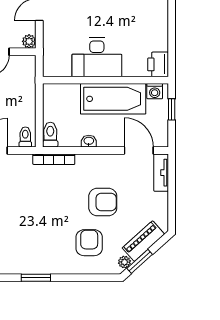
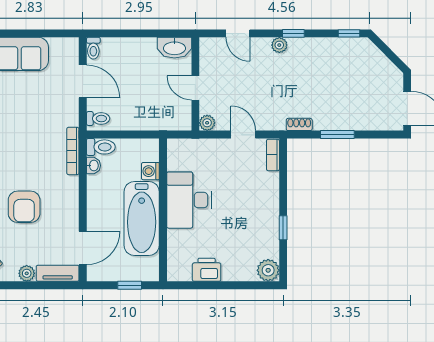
printer: (158, 64) -> (207, 270), moved
washing machine: (155, 91) -> (150, 171), moved
washbasin: (89, 141) -> (93, 166), moved
plant: (161, 200) -> (27, 273), added

